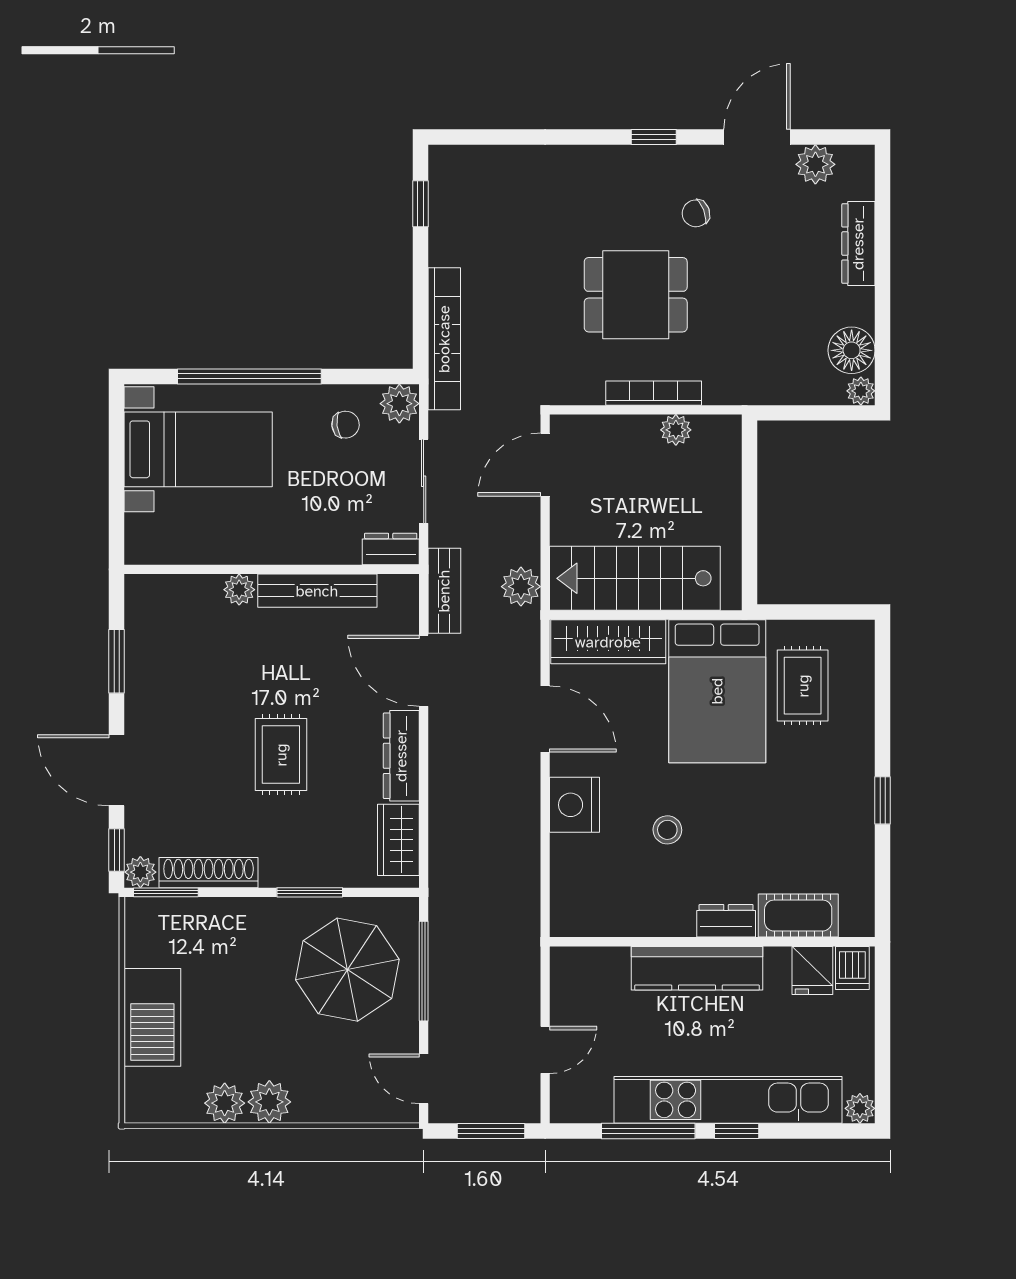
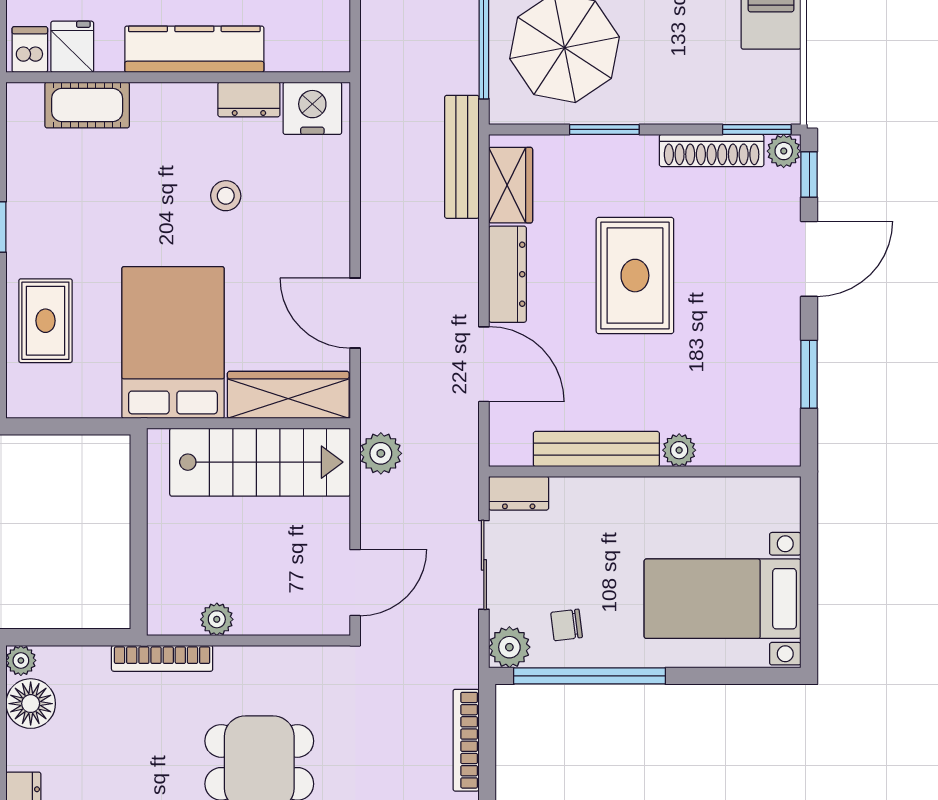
bookcase: (444, 339) -> (466, 740), width x0.68, depth x0.76
window: (249, 376) -> (590, 676), moved
bookcase: (654, 393) -> (162, 658), moved
bench: (444, 591) -> (462, 157), moved, width x1.36
rug: (803, 686) -> (45, 321), moved
rug: (281, 755) -> (635, 276), width x1.36, depth x1.43
door: (117, 770) -> (809, 259), hinge flipped
nightstand: (574, 805) -> (312, 108), moved, turned -90
dresser: (726, 921) -> (249, 99), moved

